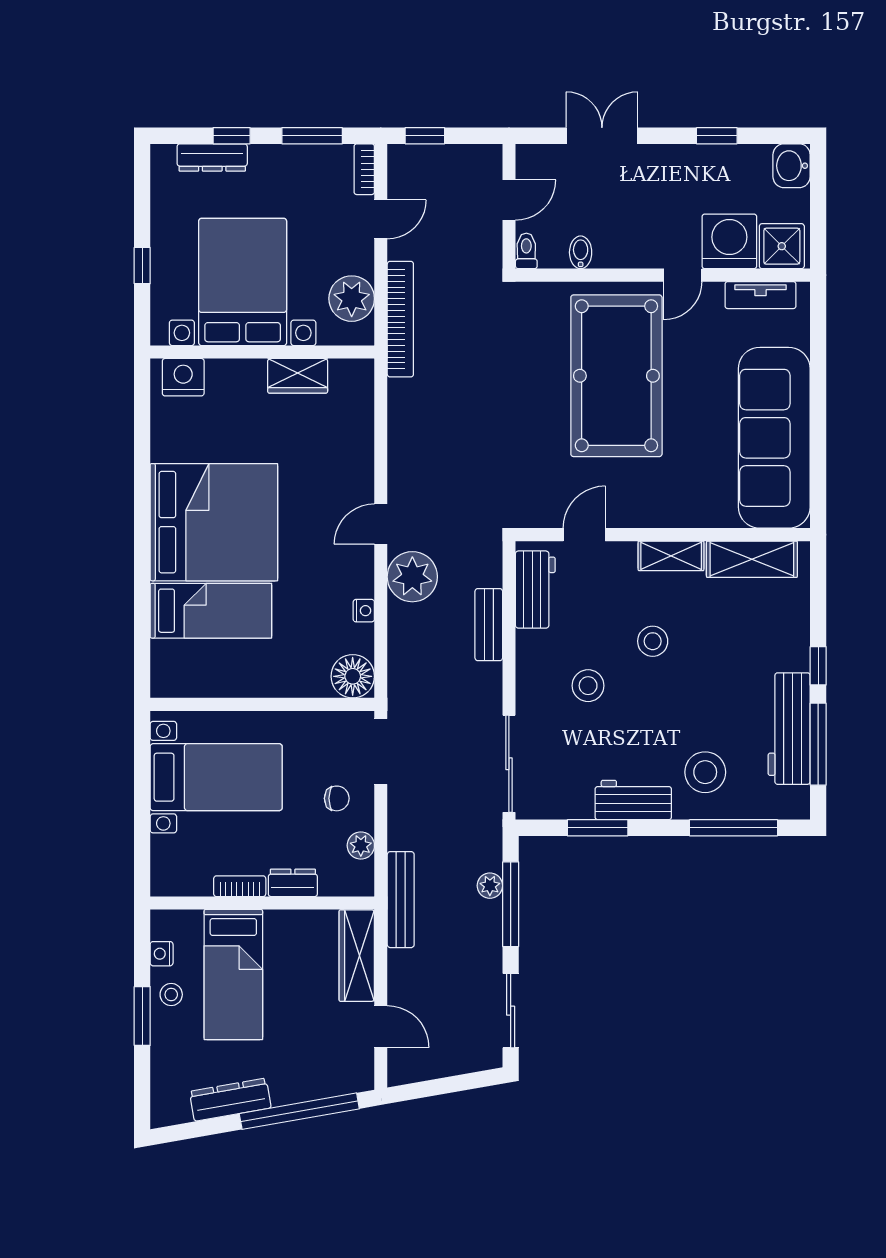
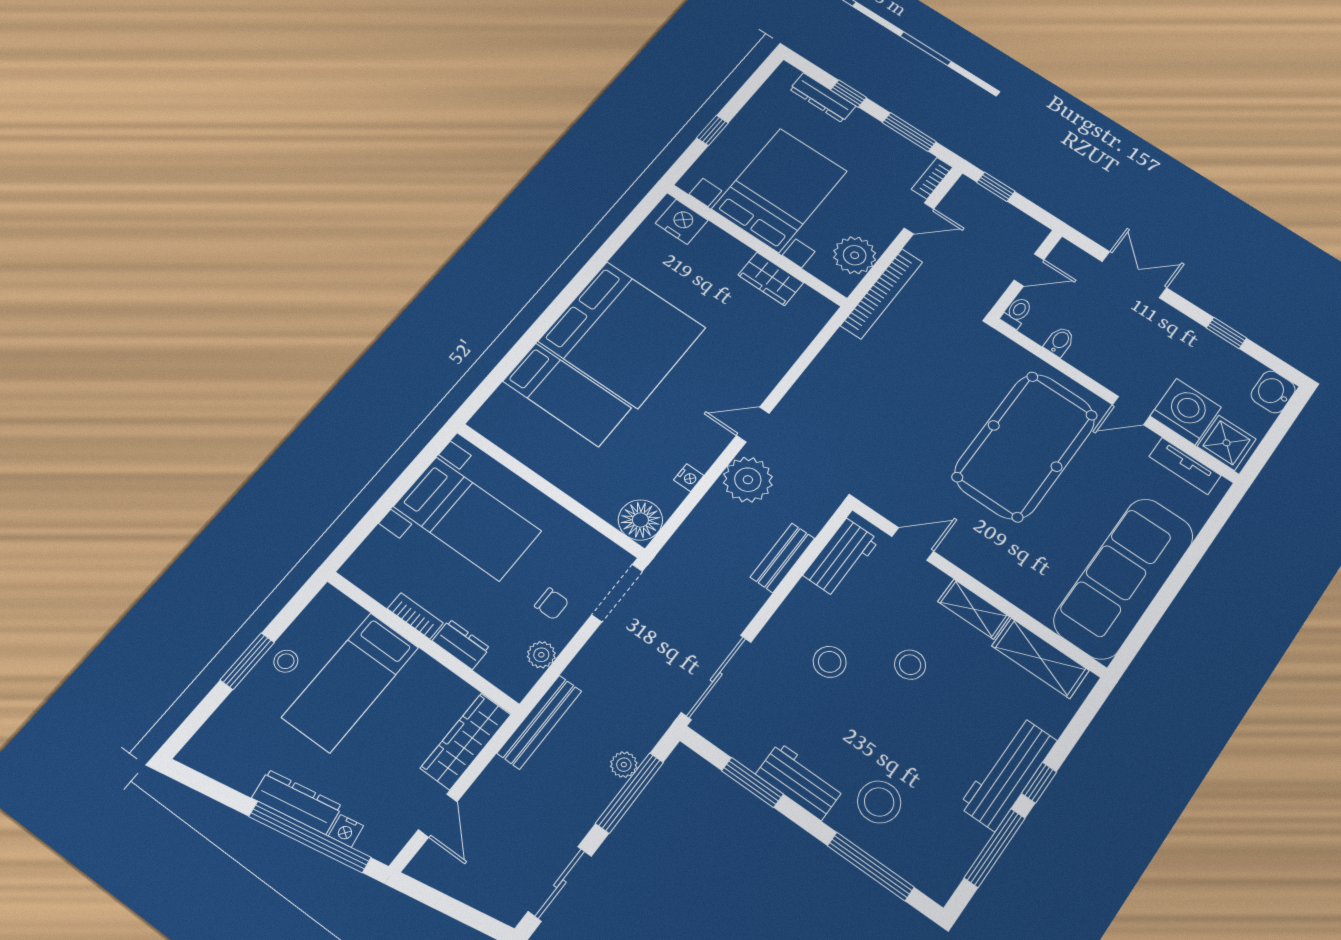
workbench: (789, 729) -> (1008, 773), moved
nightstand: (162, 954) -> (346, 831), moved, turned -100
dresser: (230, 1100) -> (297, 802), moved

